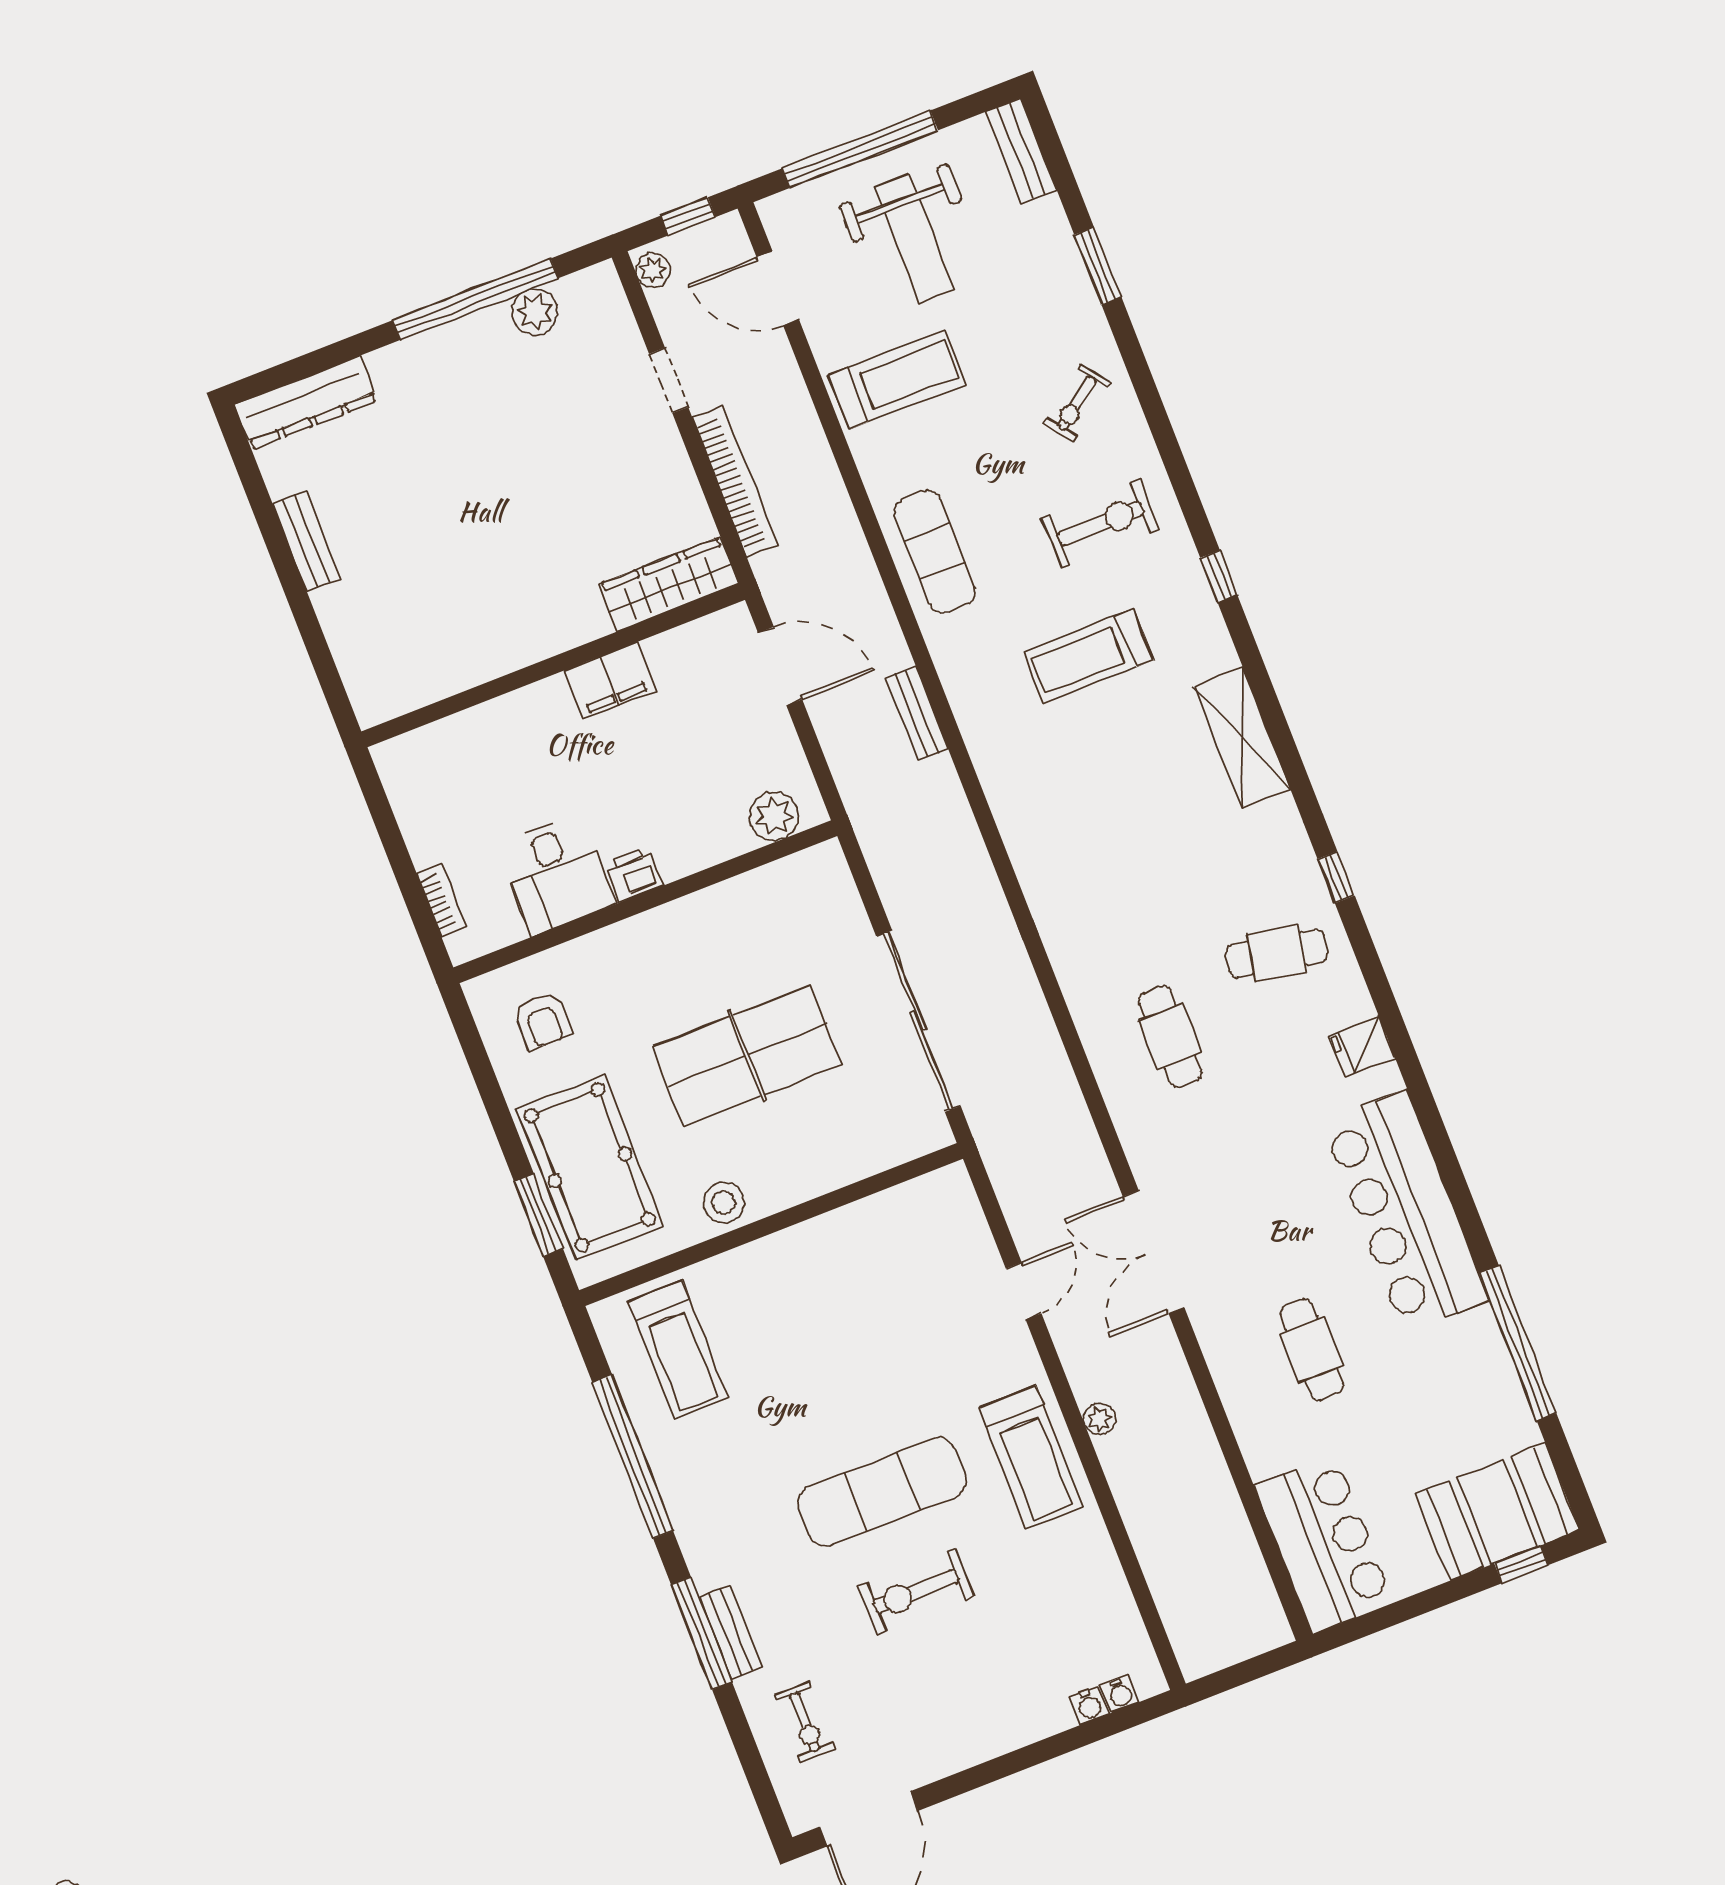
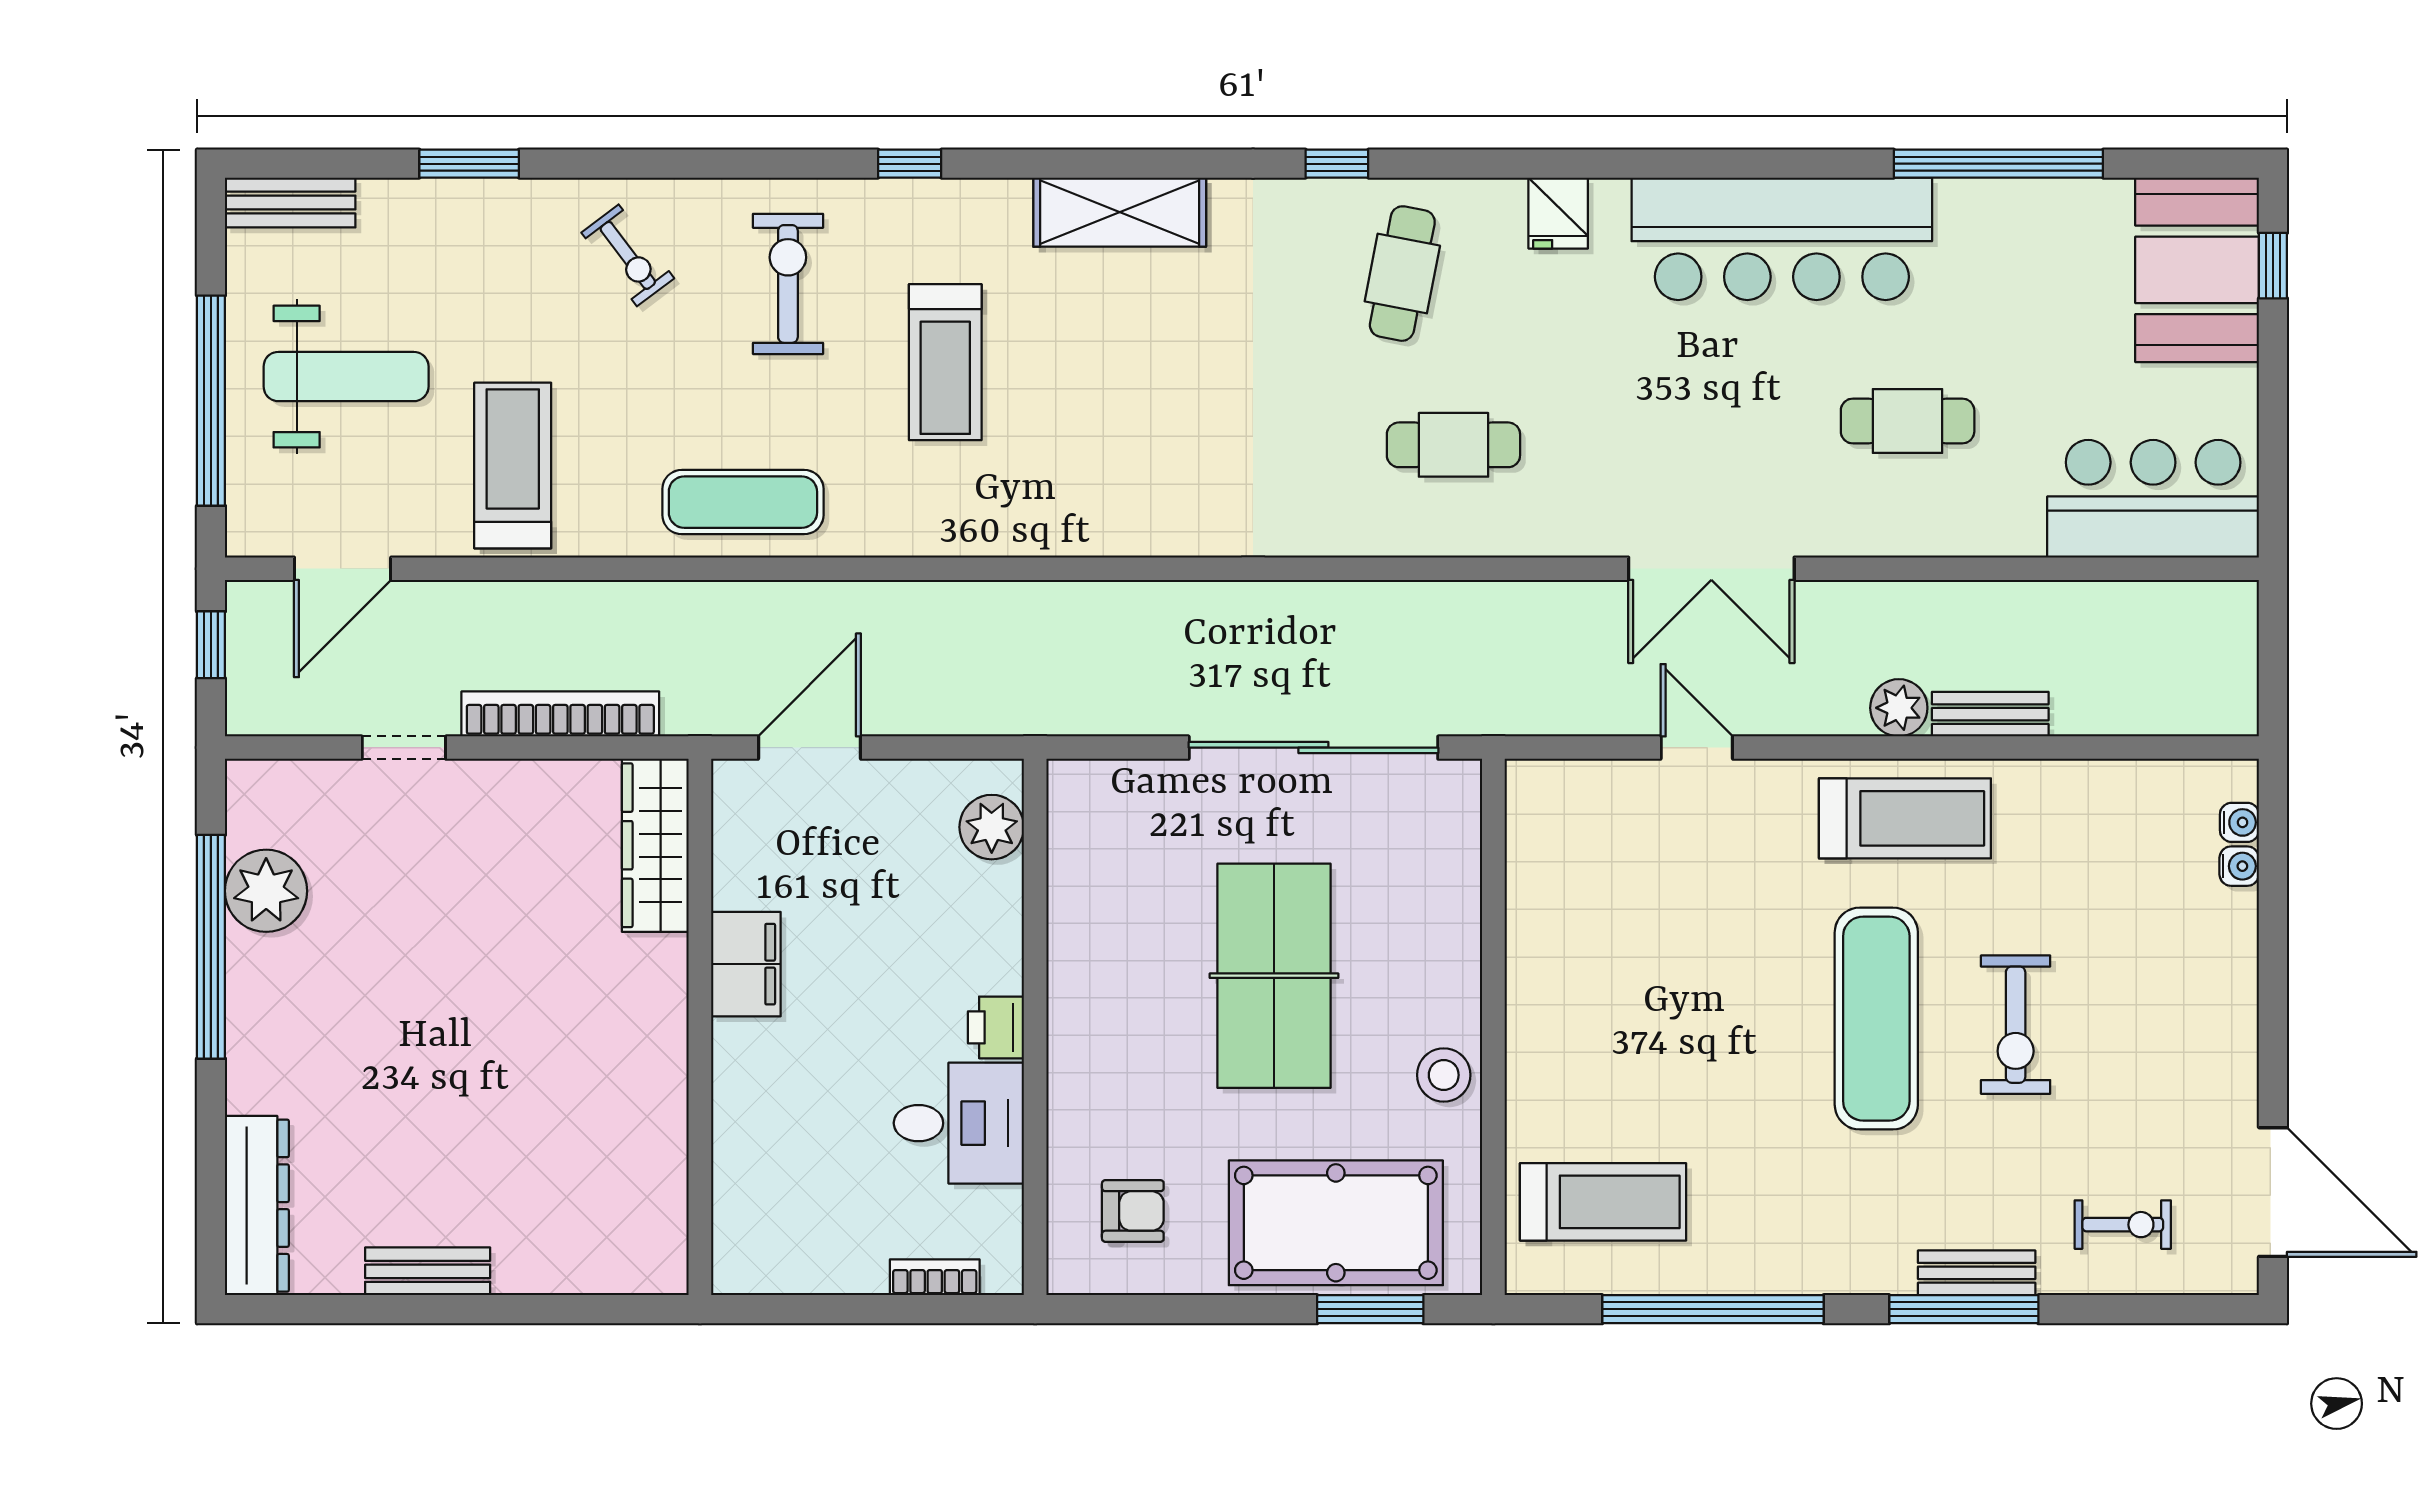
plant: (653, 270) -> (261, 714), removed
plant: (535, 312) -> (266, 891), width x1.36, depth x1.36
bench: (916, 713) -> (1990, 714), moved
plant: (1099, 1419) -> (1899, 708), width x1.38, depth x1.38

